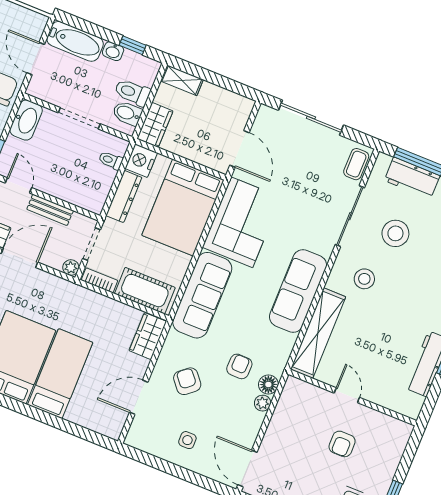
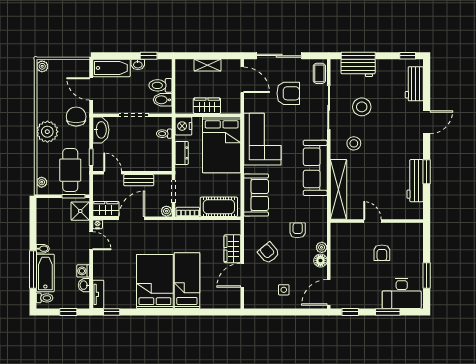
shelving: (182, 80) -> (208, 65), moved
wardrobe: (155, 125) -> (207, 106), moved, turned -90
door: (239, 149) -> (242, 80), moved
armchair: (303, 174) -> (288, 93), added
dresser: (124, 196) -> (182, 153), width x0.70
sofa: (202, 295) -> (256, 195), width x0.73
wardrobe: (148, 336) -> (232, 249), moved
floor lamp: (268, 385) -> (320, 261), moved
door: (247, 469) -> (329, 292), hinge flipped

